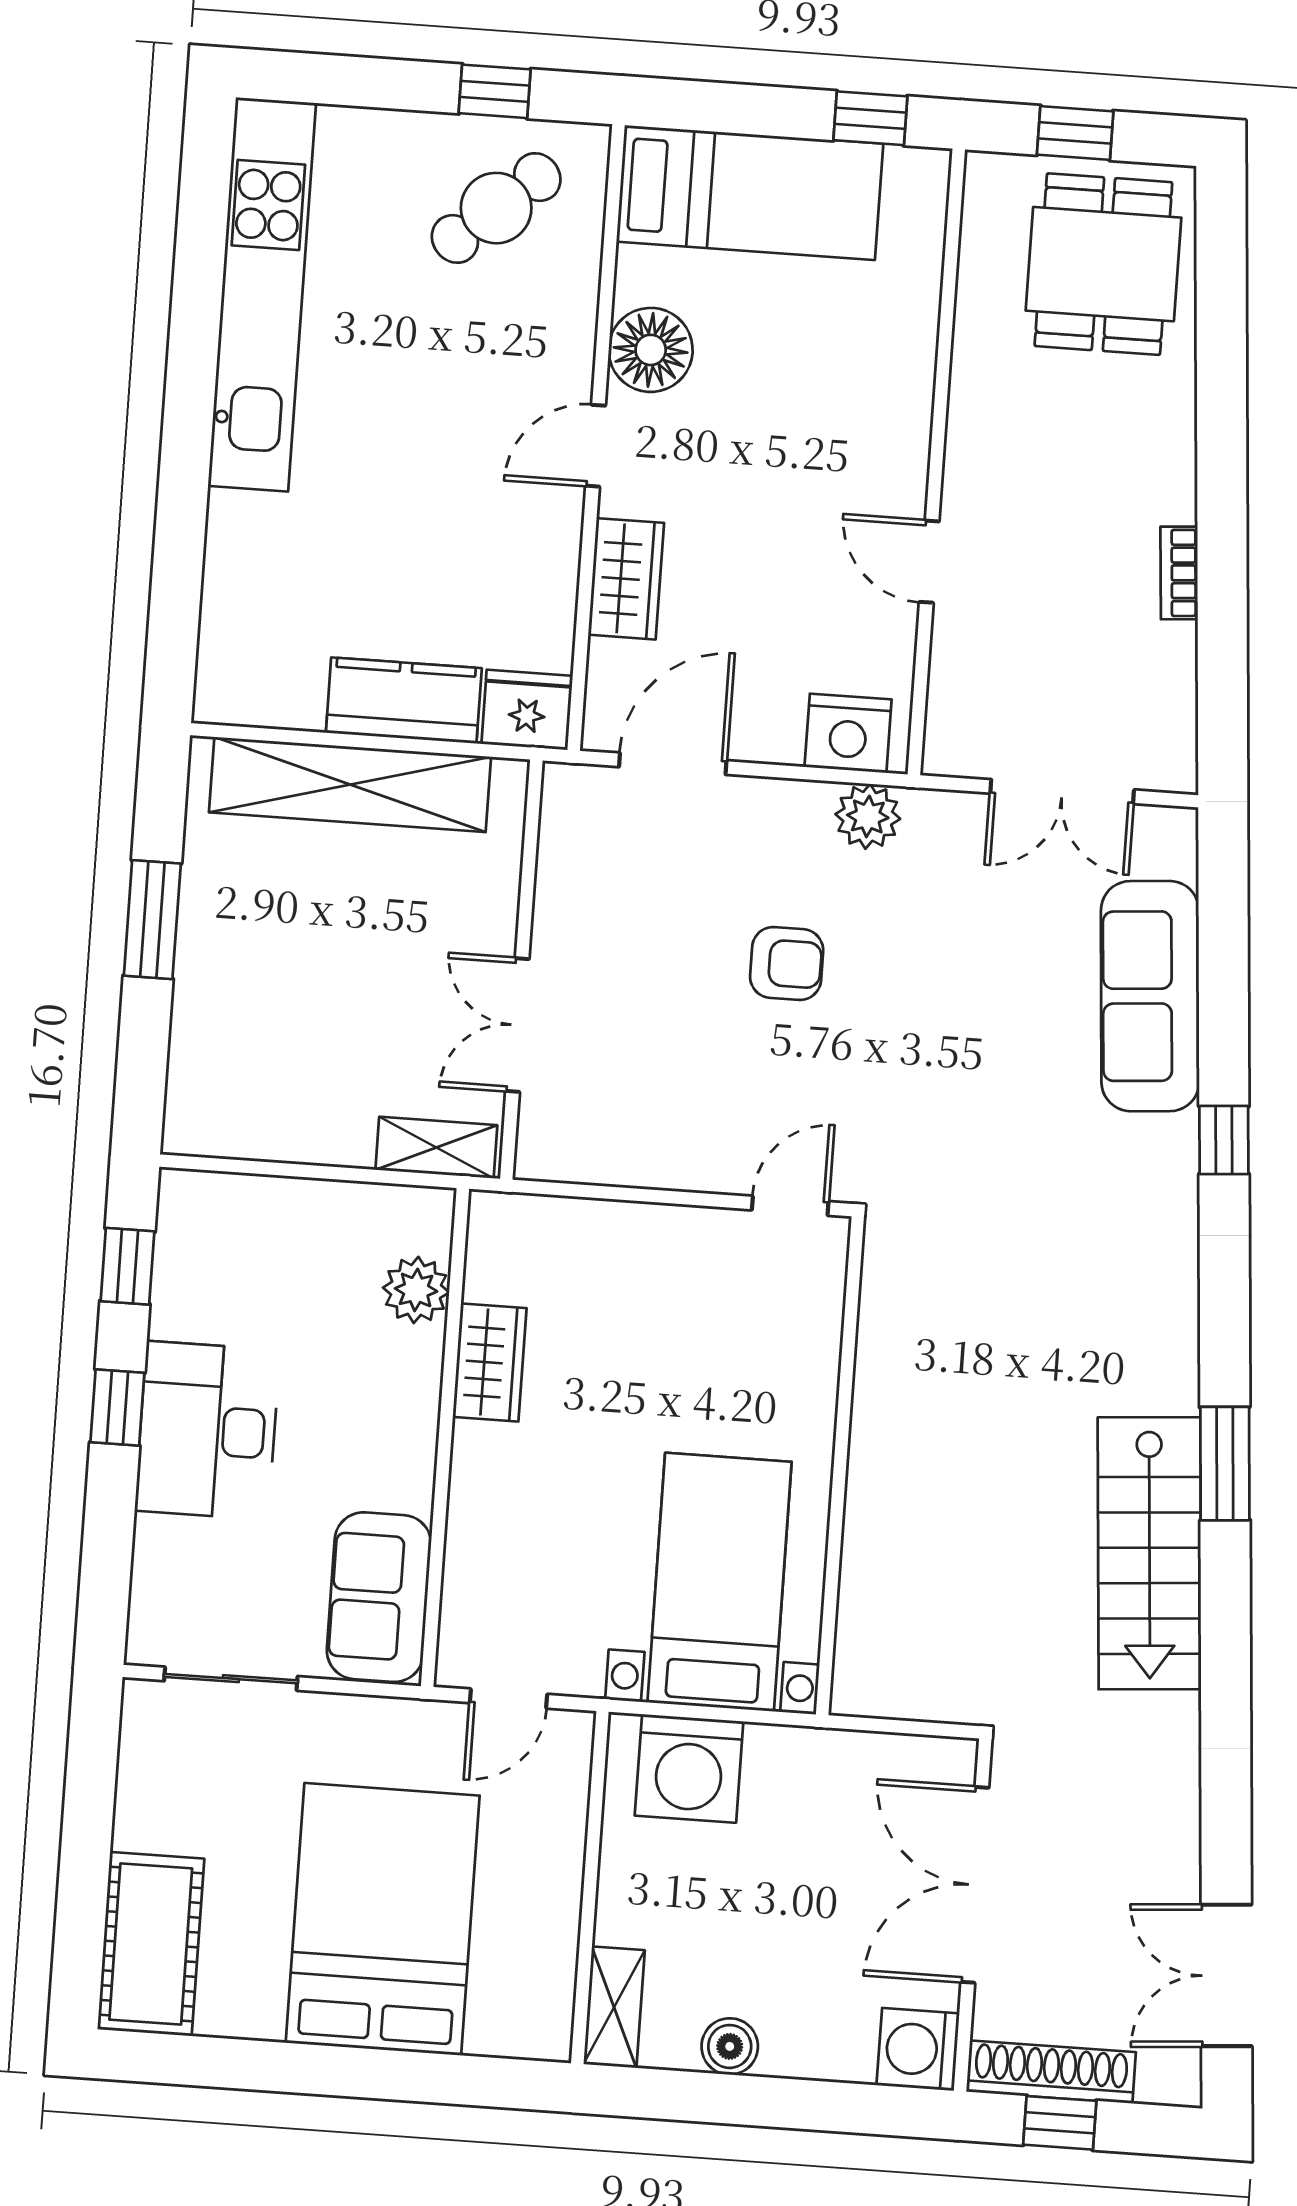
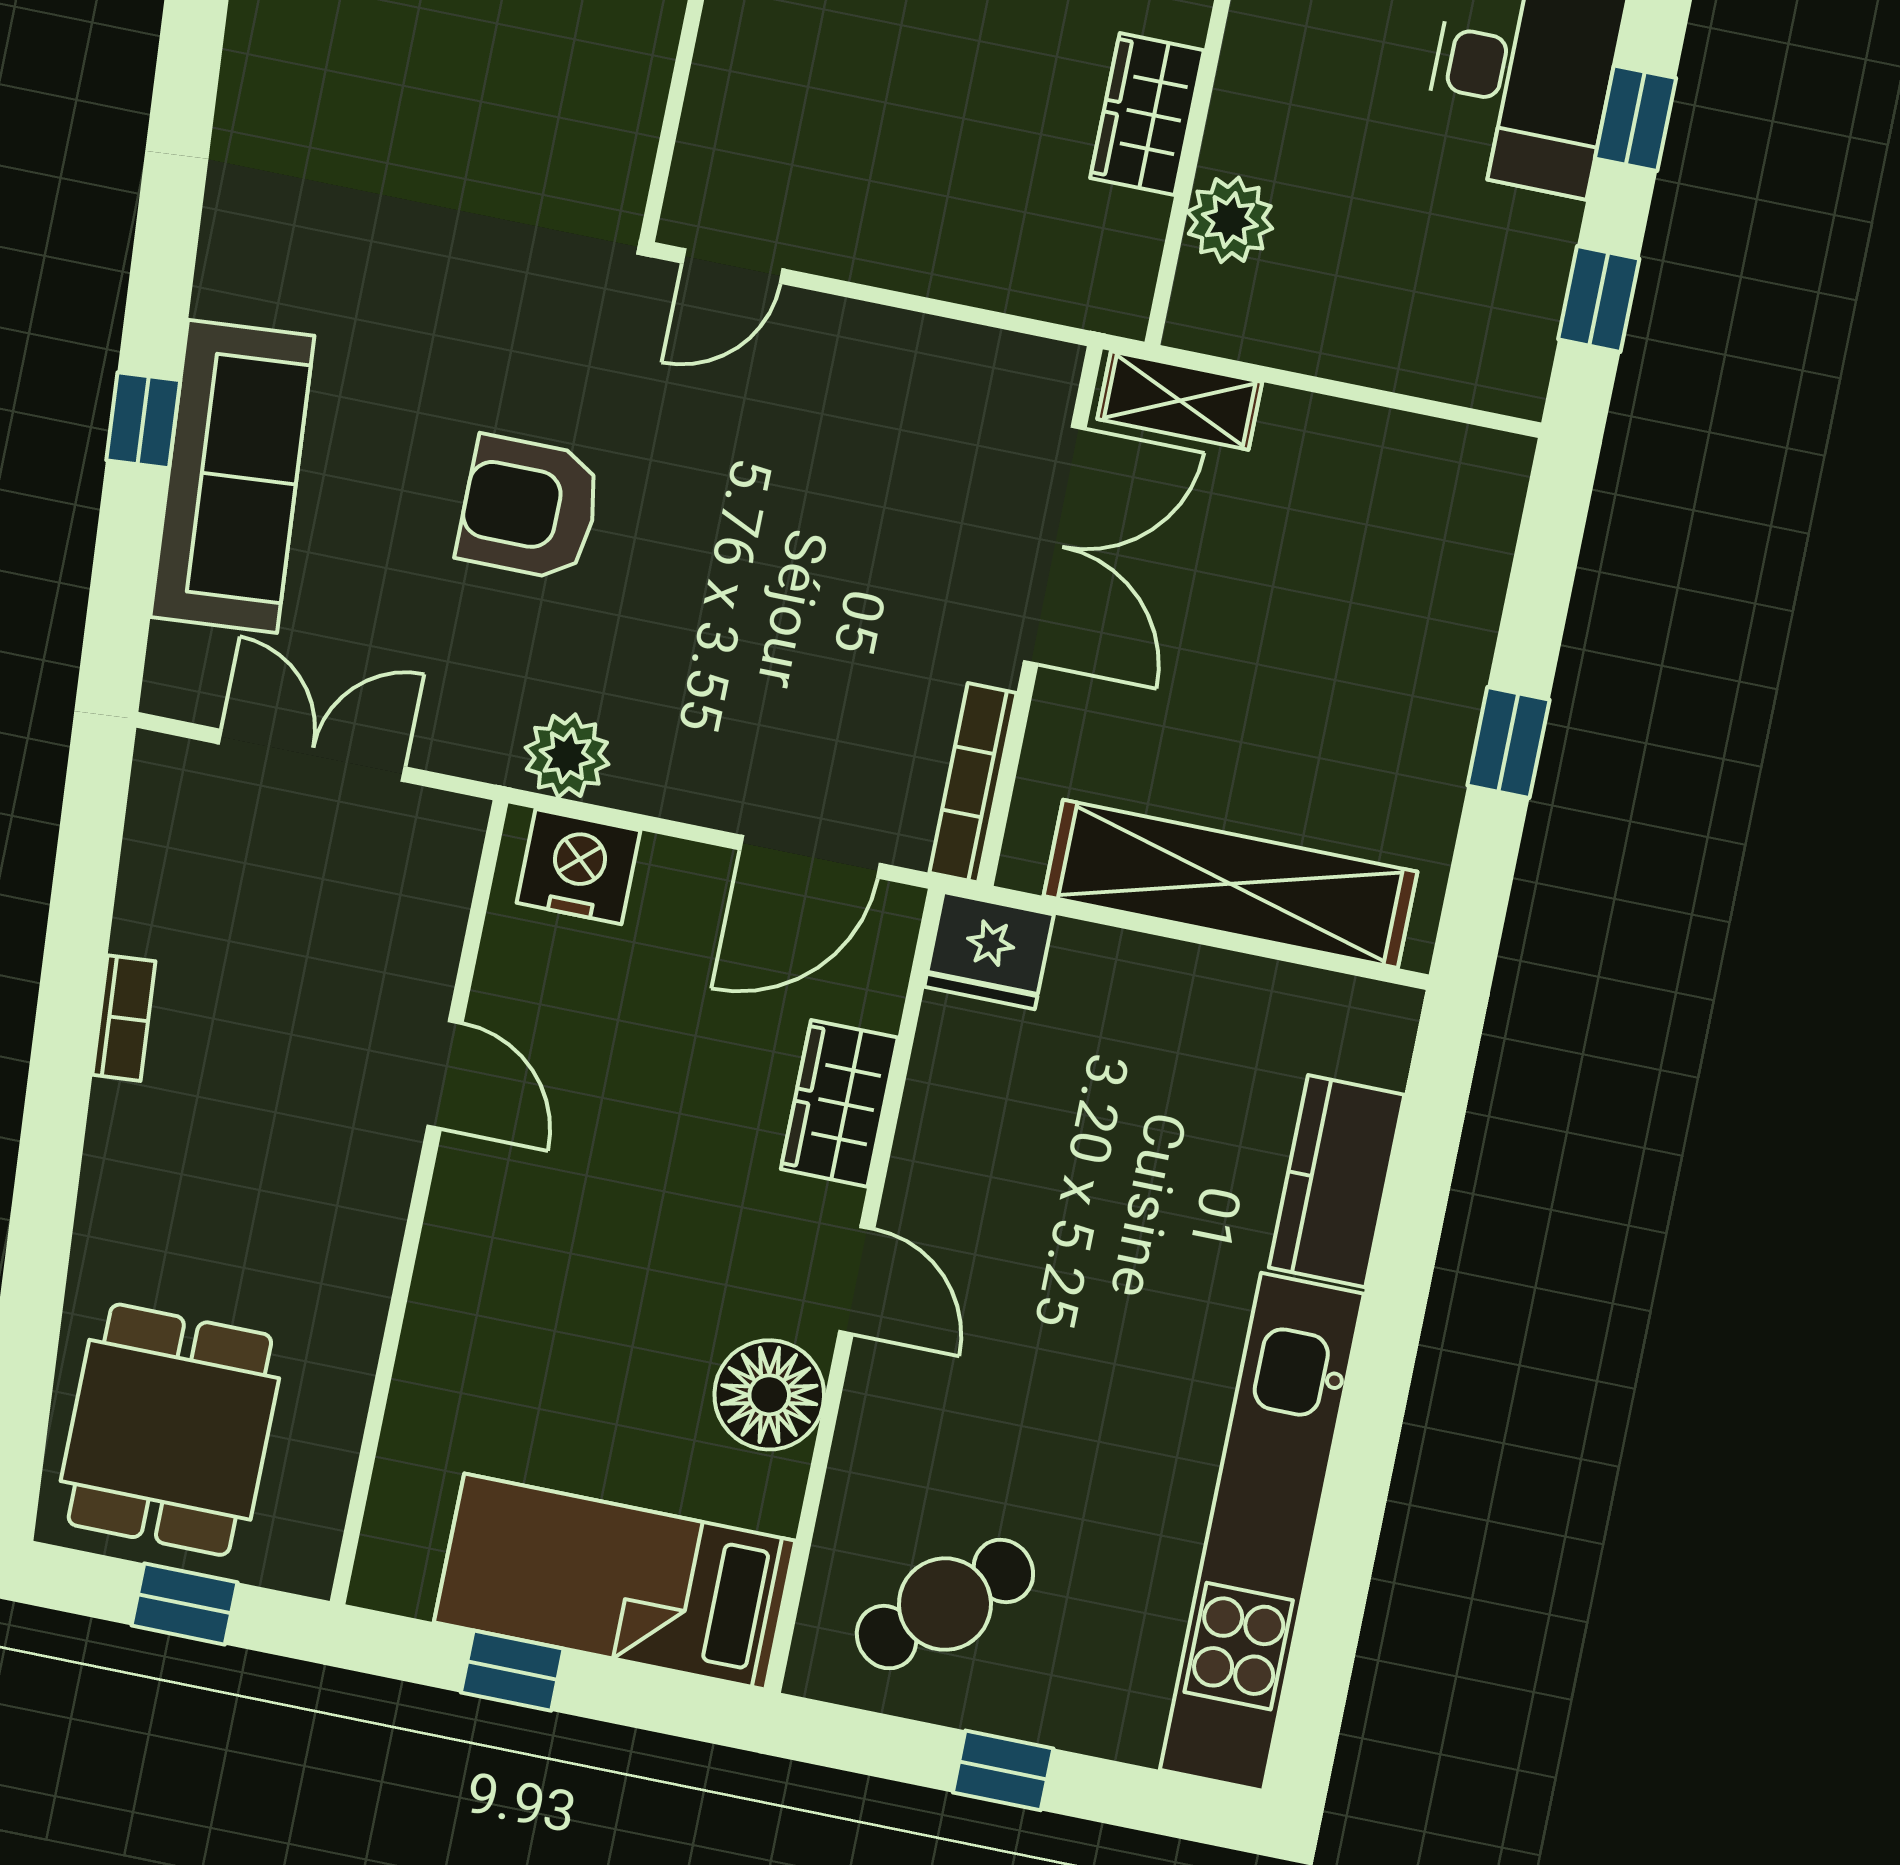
window: (495, 91) -> (1003, 1770), moved
window: (870, 118) -> (512, 1671), moved
door: (595, 446) -> (857, 1280), hinge flipped
kitchen counter: (404, 700) -> (1337, 1181), moved, turned 90
bookcase: (556, 836) -> (973, 783), added
window: (152, 920) -> (1508, 743), width x0.67
armchair: (787, 964) -> (529, 508), moved, width x1.38, depth x1.38
double door: (517, 1025) -> (1055, 545), width x1.37
window: (1224, 1140) -> (143, 420), moved

